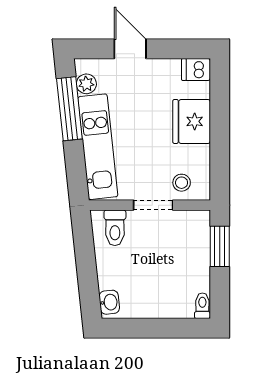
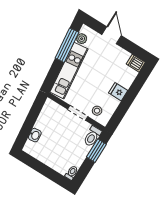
fridge: (192, 121) -> (118, 92), width x0.53, depth x0.75
toilet: (115, 228) -> (92, 136), moved
washbasin: (109, 302) -> (35, 135), moved

